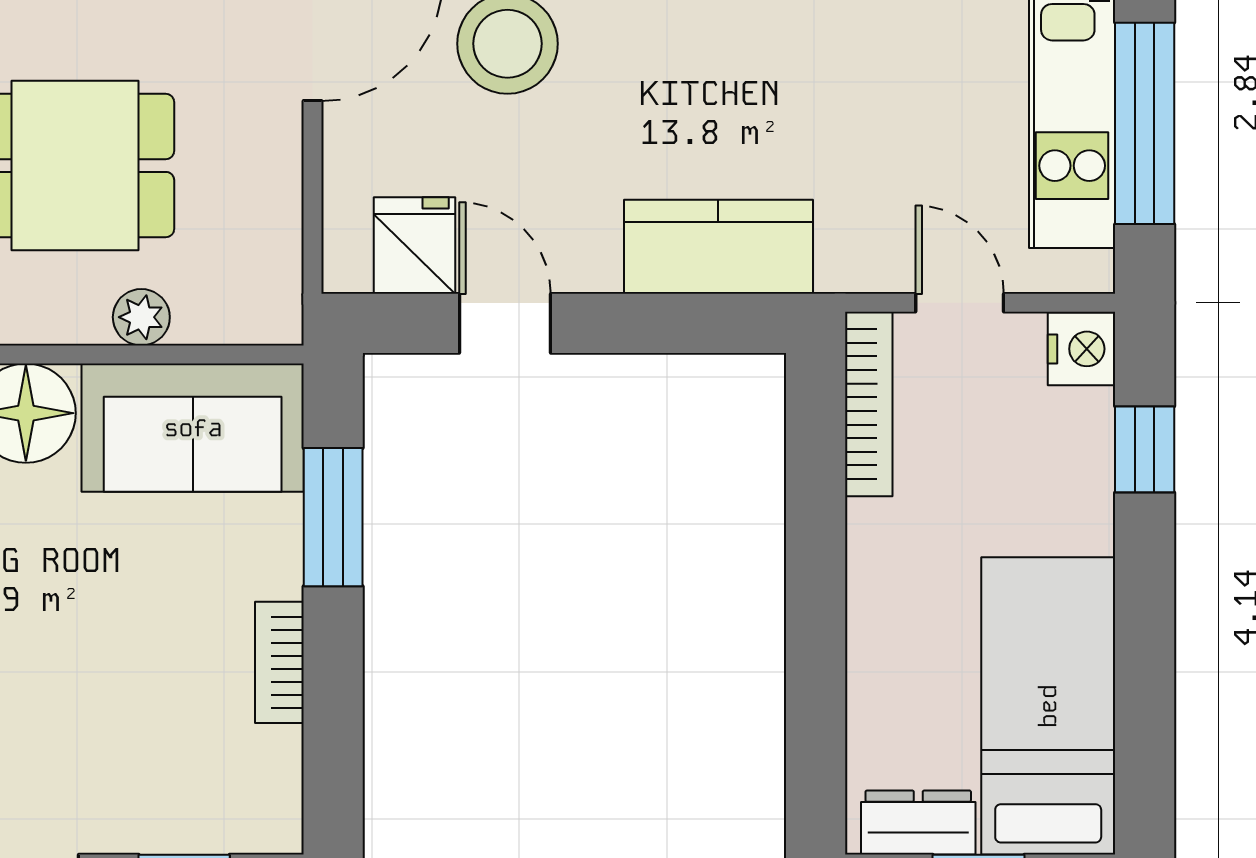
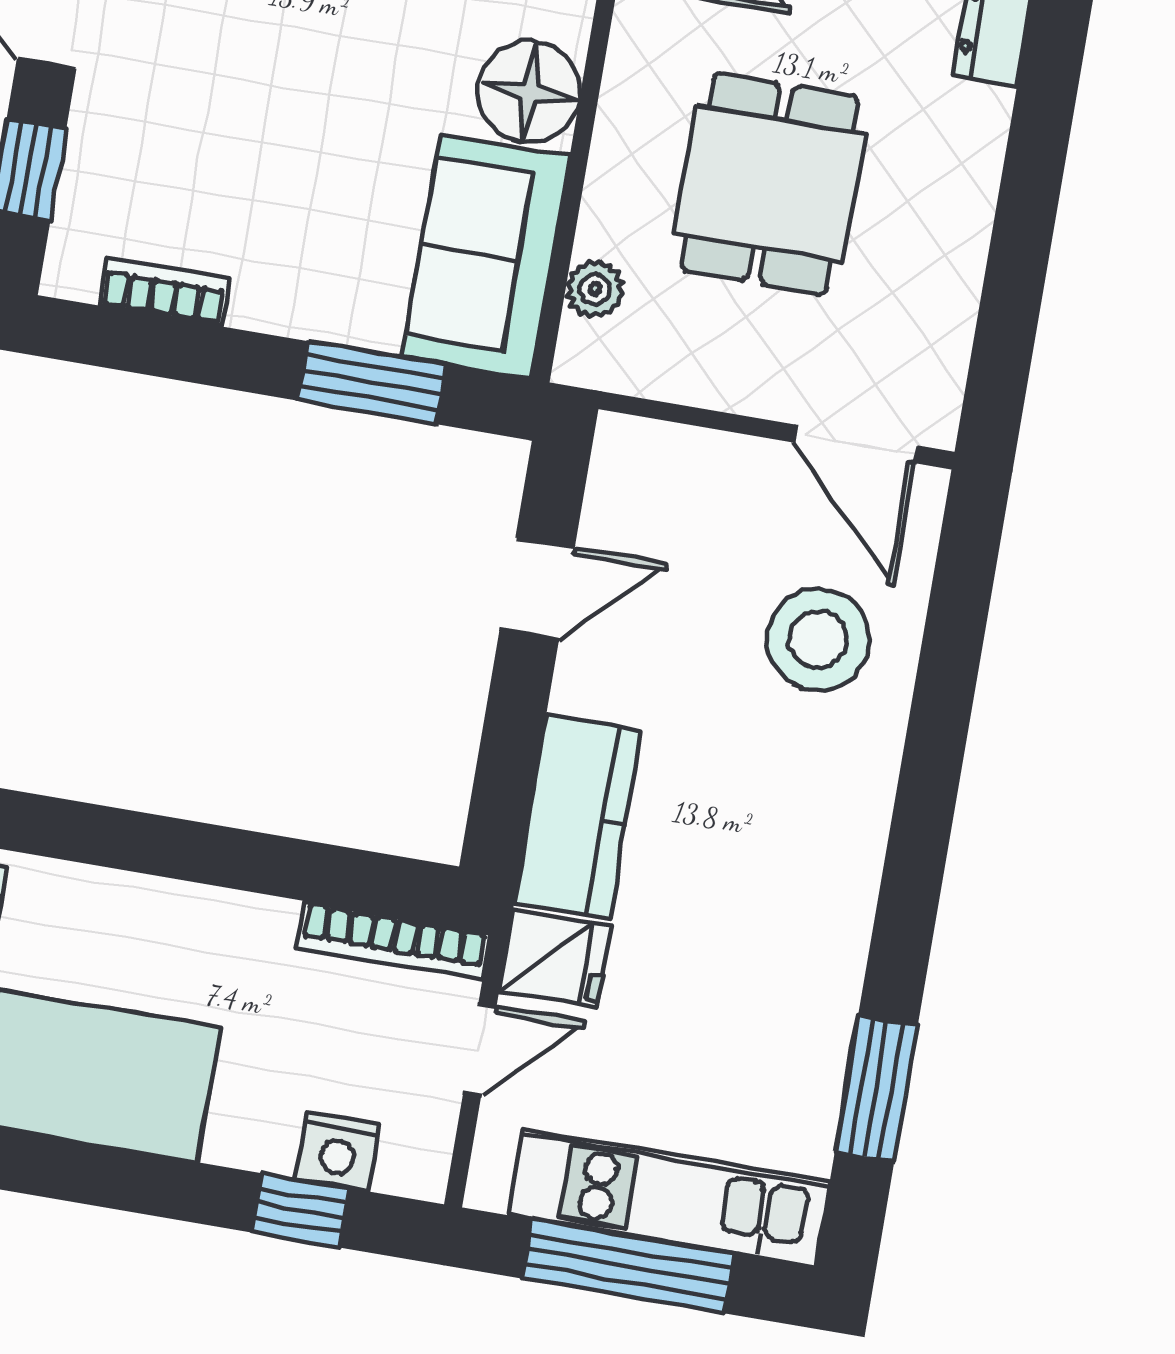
fridge: (414, 245) -> (555, 959), moved
plant: (141, 317) -> (595, 289), moved
nightstand: (1081, 349) -> (338, 1151), moved
bookcase: (279, 662) -> (164, 292), moved

